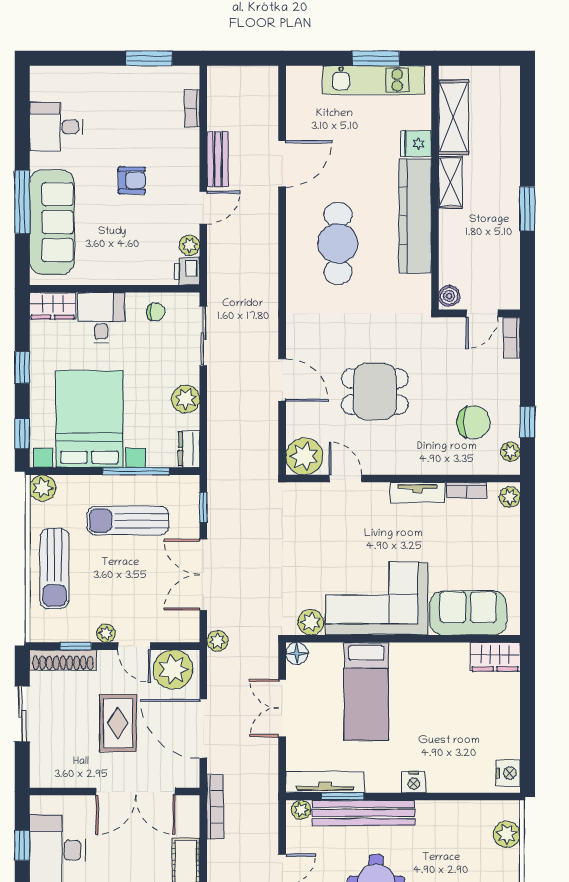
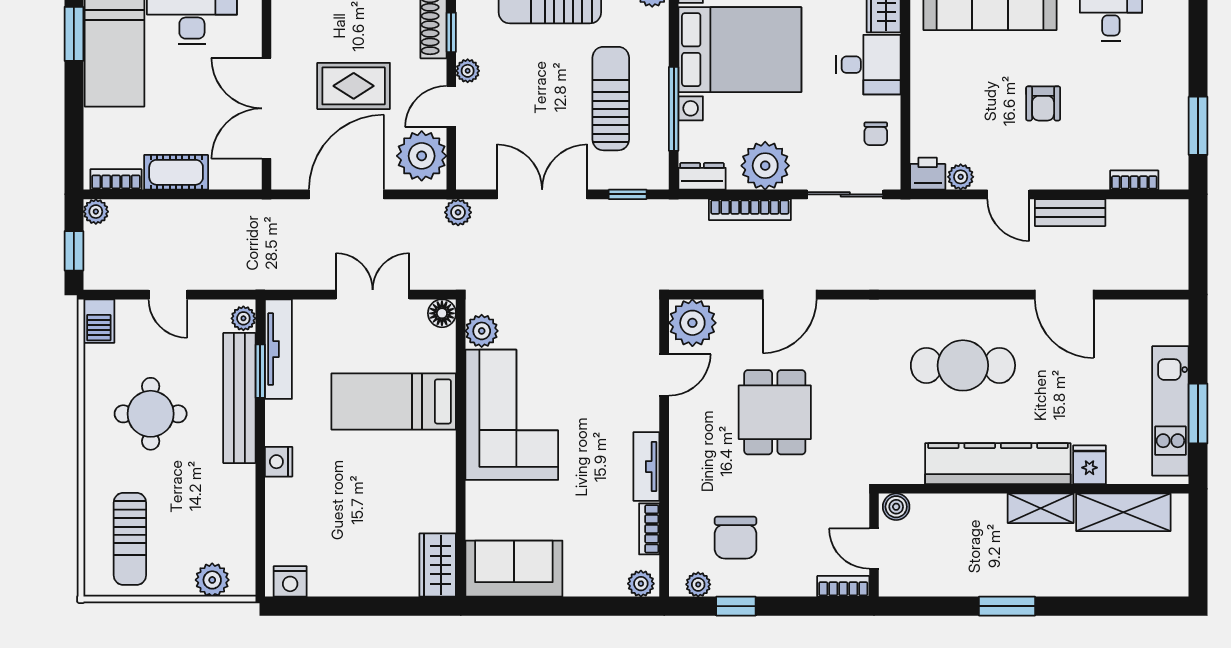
plant: (186, 399) -> (765, 166), width x1.36, depth x1.36
sofa: (468, 613) -> (514, 569), moved, turned -90
bookcase: (215, 807) -> (750, 210), moved

